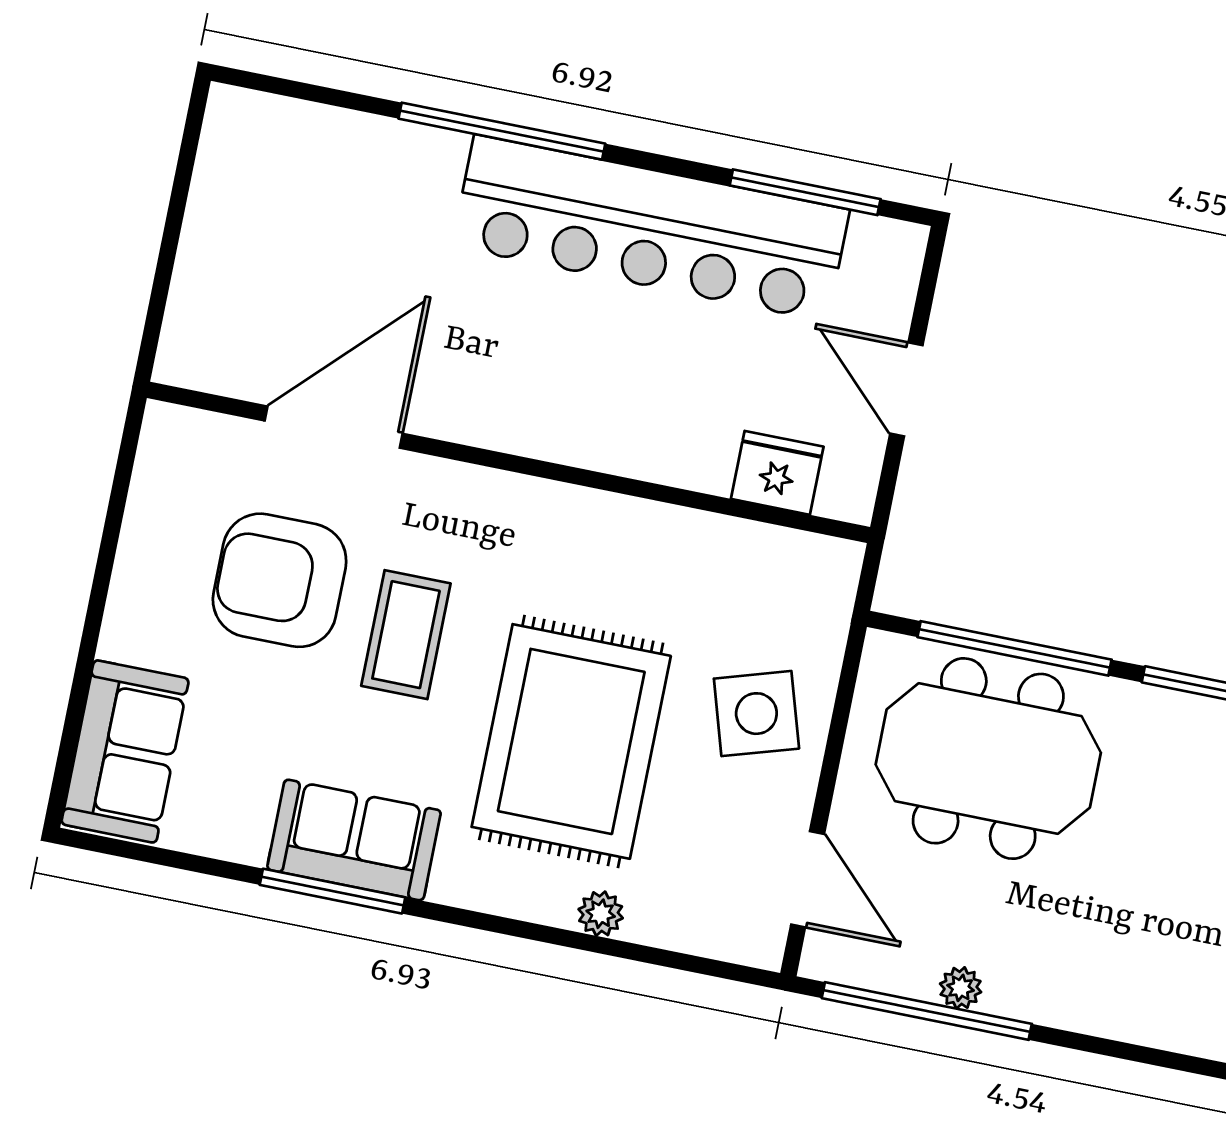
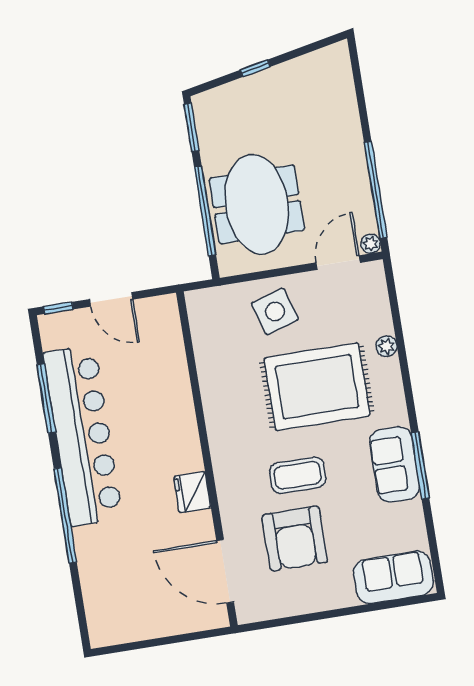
window: (805, 192) -> (46, 398), moved
window: (929, 275) -> (58, 308), added
door: (906, 389) -> (111, 299), hinge flipped
door: (334, 427) -> (225, 571), moved
fridge: (777, 473) -> (192, 492), moved
plant: (961, 988) -> (371, 244), moved

